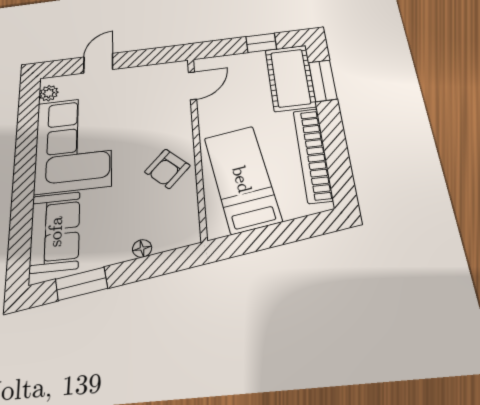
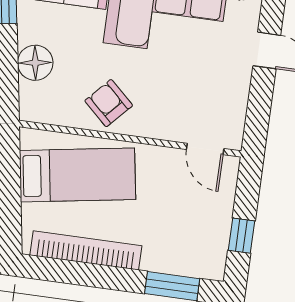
cot: (290, 78) -> (185, 254), removed
floor lamp: (142, 248) -> (35, 63), width x1.89, depth x1.89

